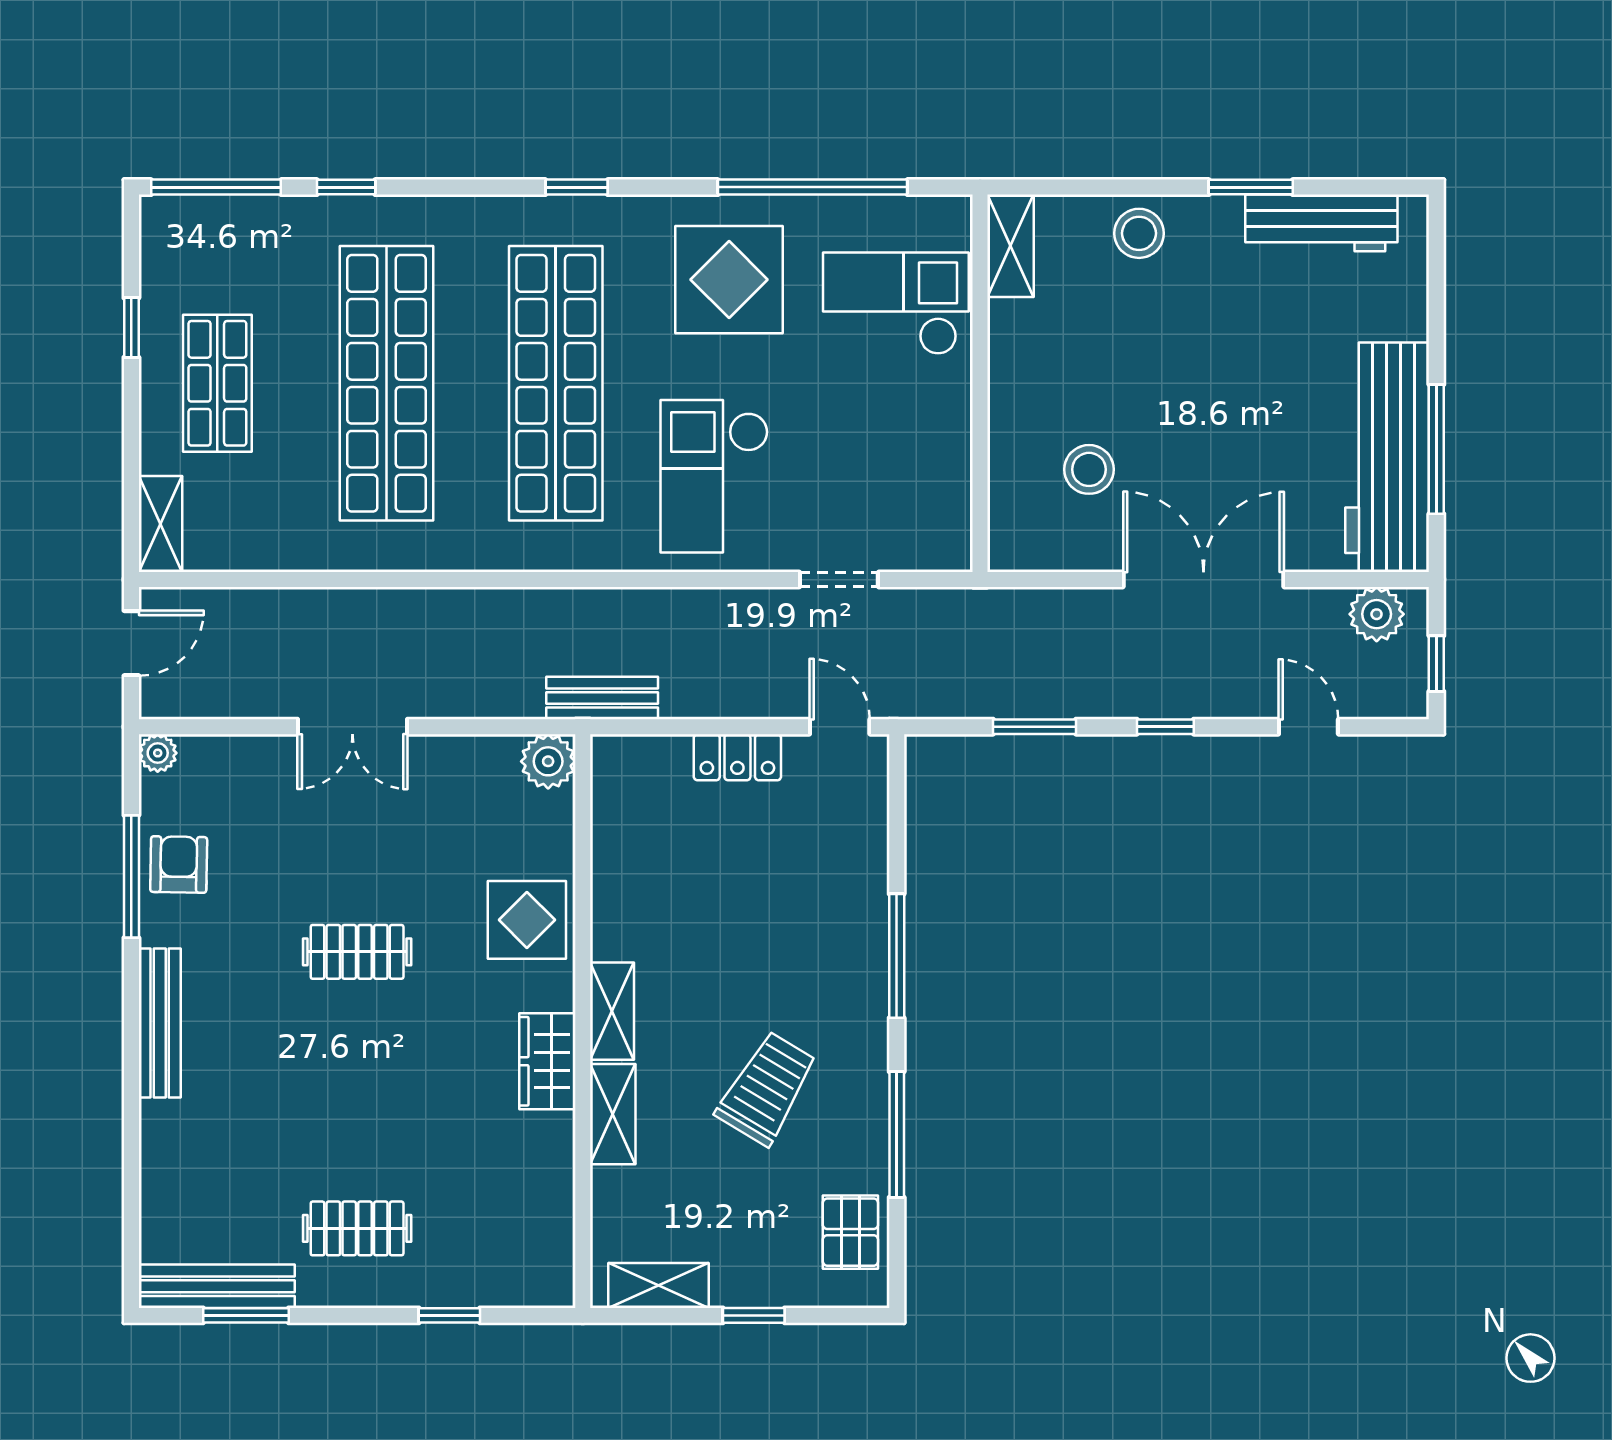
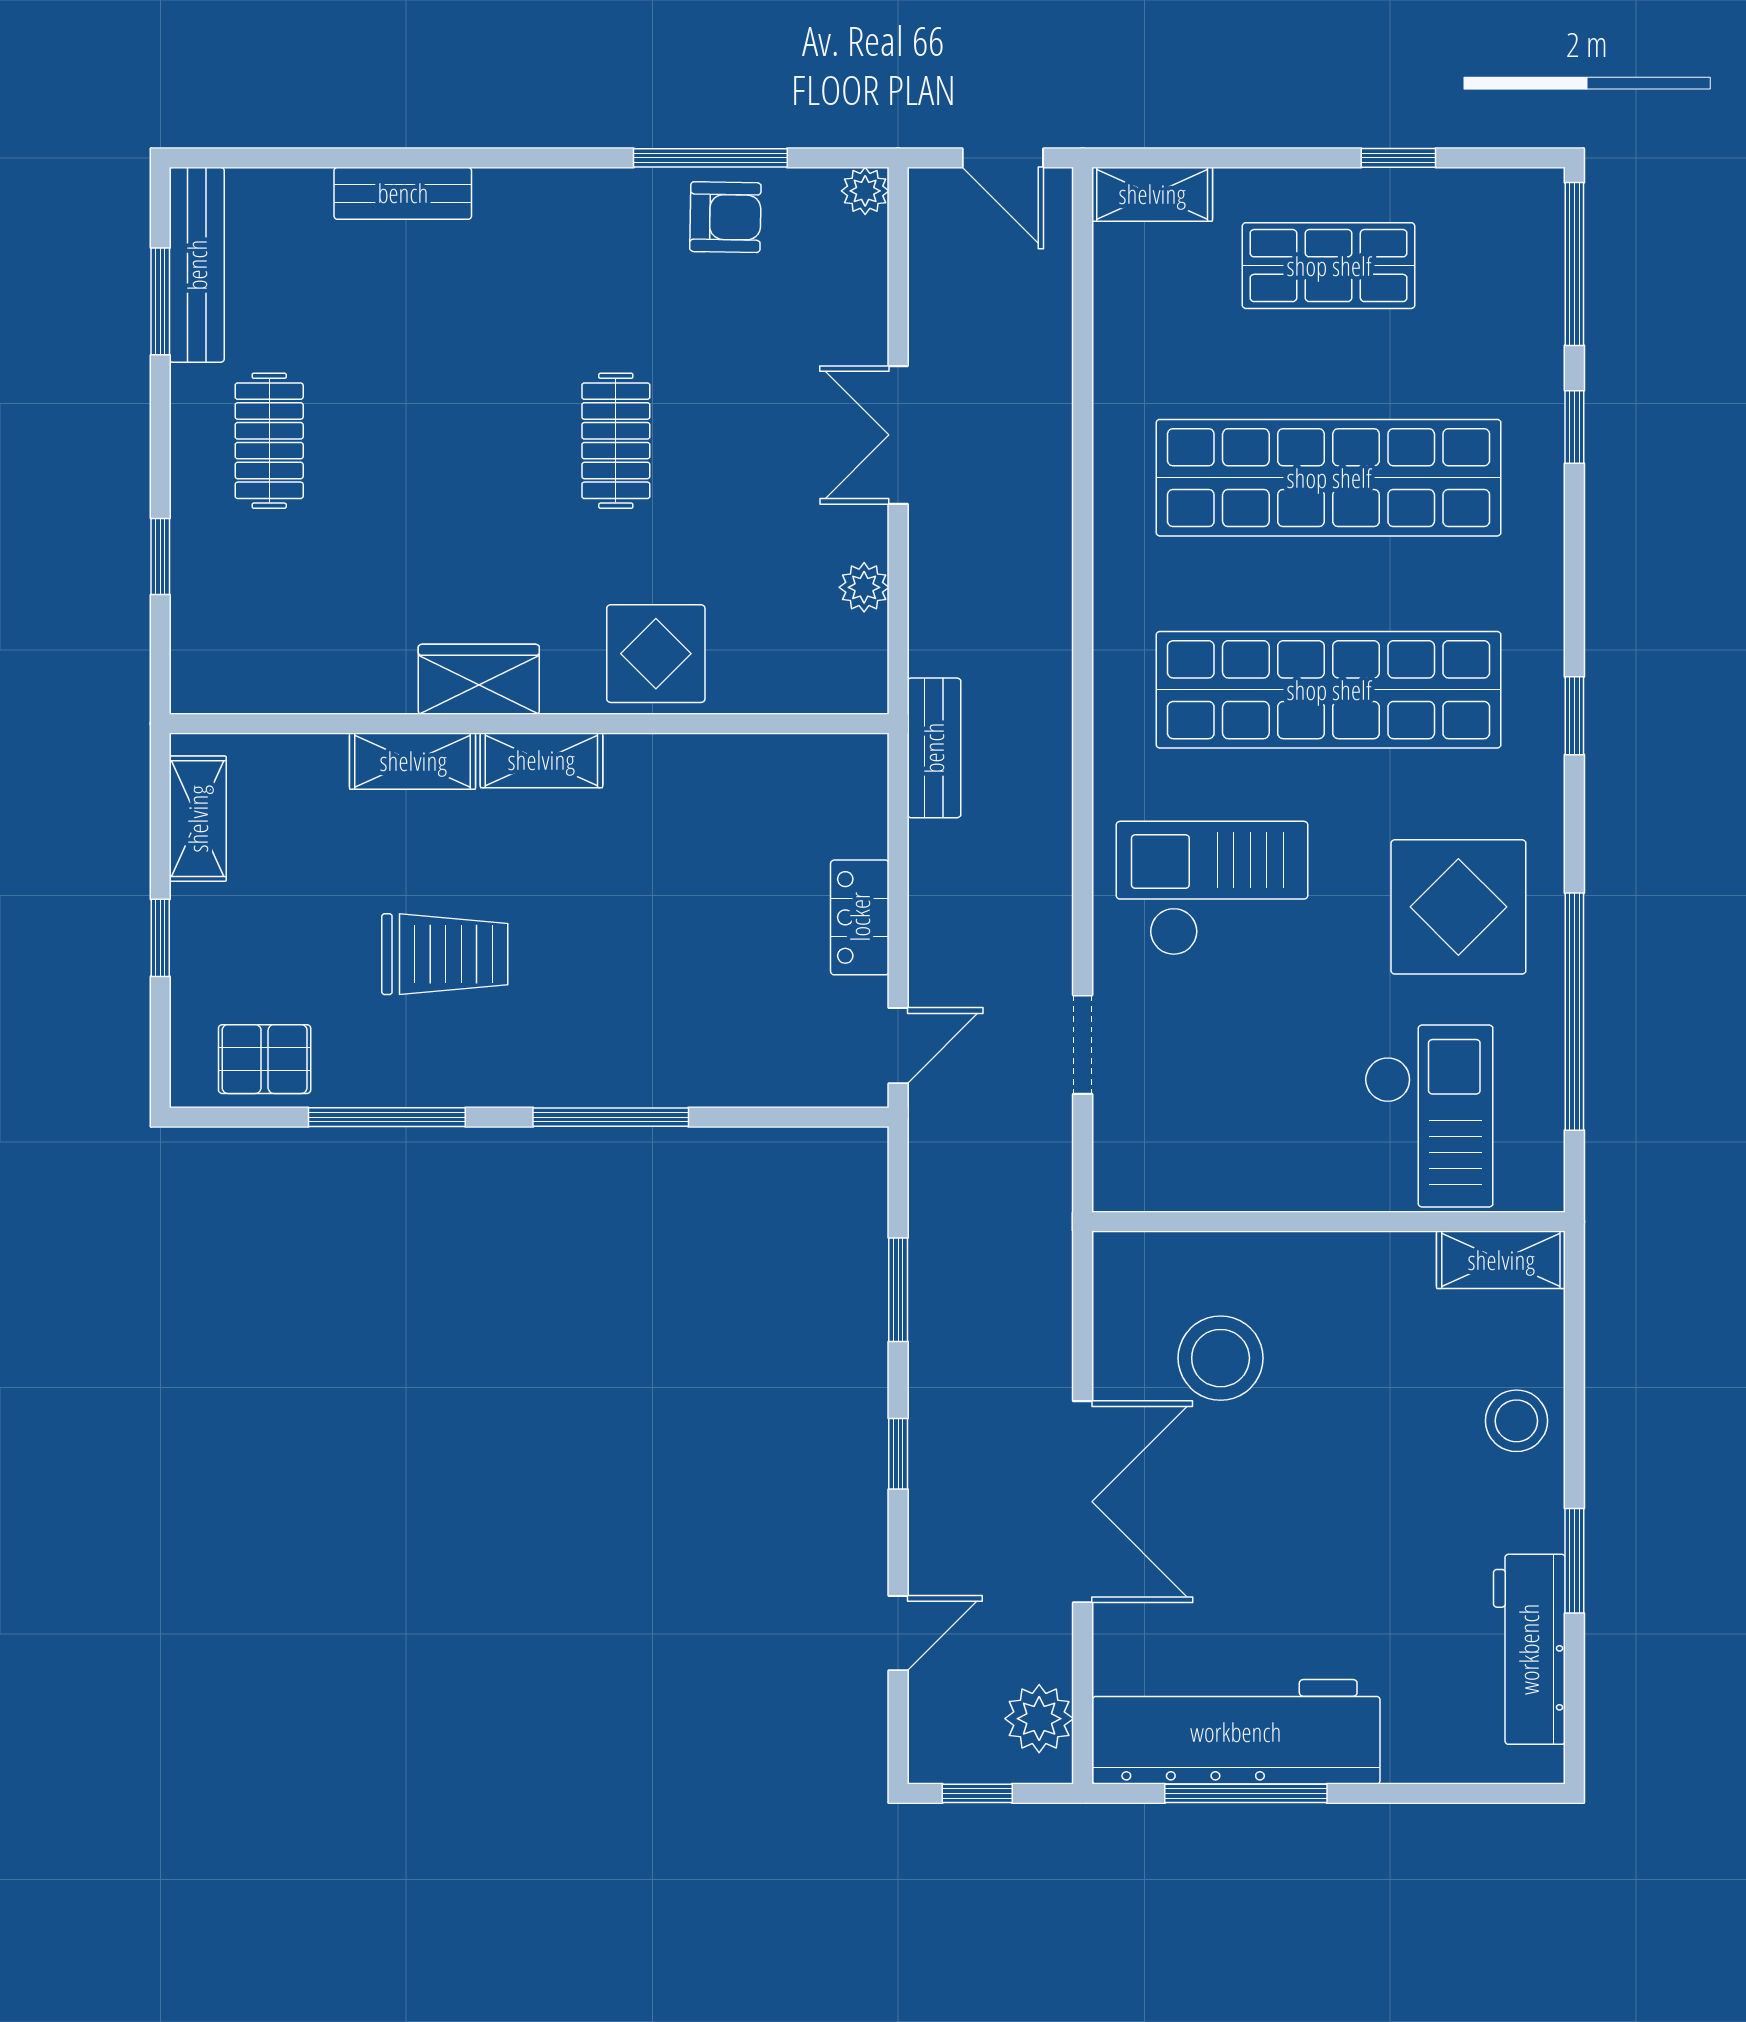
stool: (1089, 469) -> (1221, 1358), width x1.38, depth x1.38
plant: (548, 761) -> (864, 587), moved, width x0.73, depth x0.73
bench: (160, 1023) -> (403, 193), moved, width x0.73
trolley: (767, 1088) -> (445, 954), turned -31

